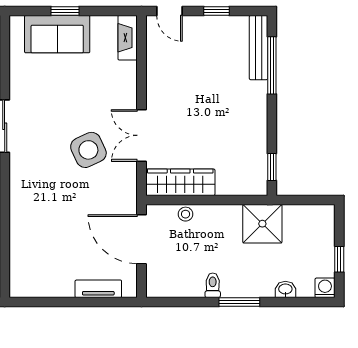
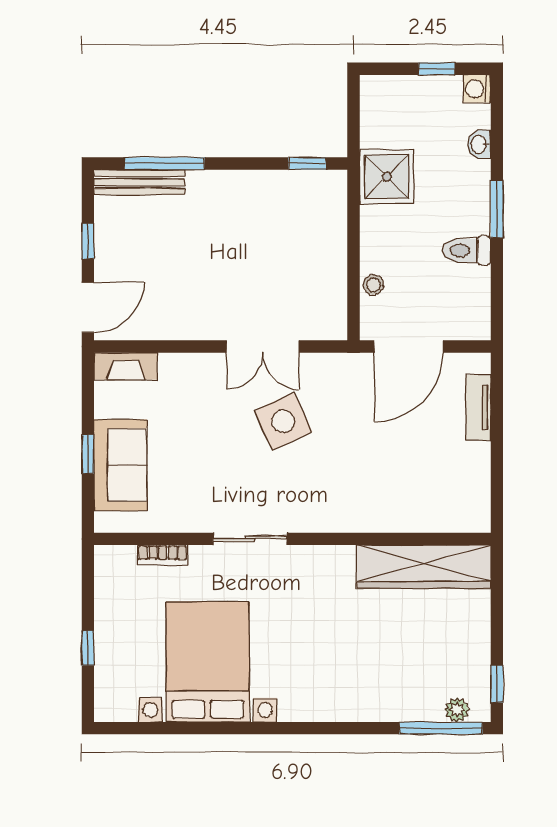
door: (169, 11) -> (88, 307), width x1.38
wardrobe: (180, 182) -> (329, 292), removed
toilet: (213, 285) -> (467, 251), width x1.37, depth x1.39

